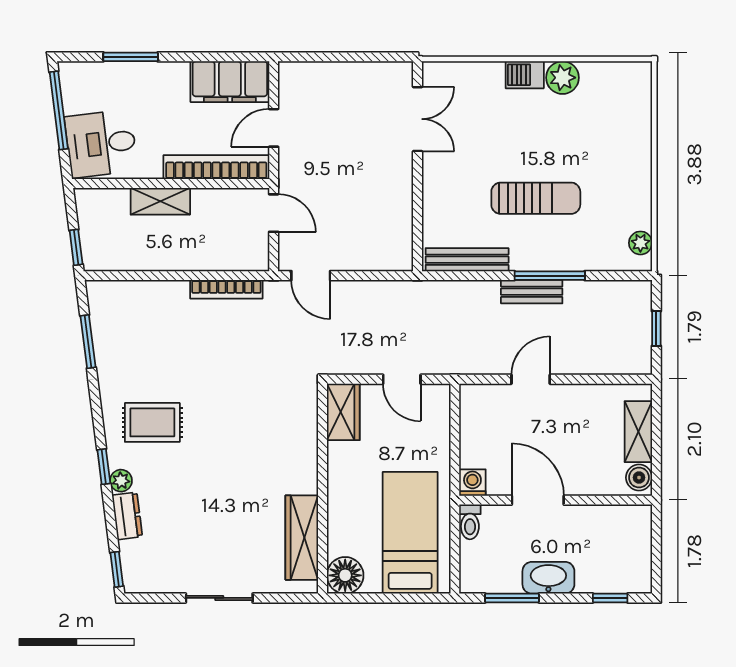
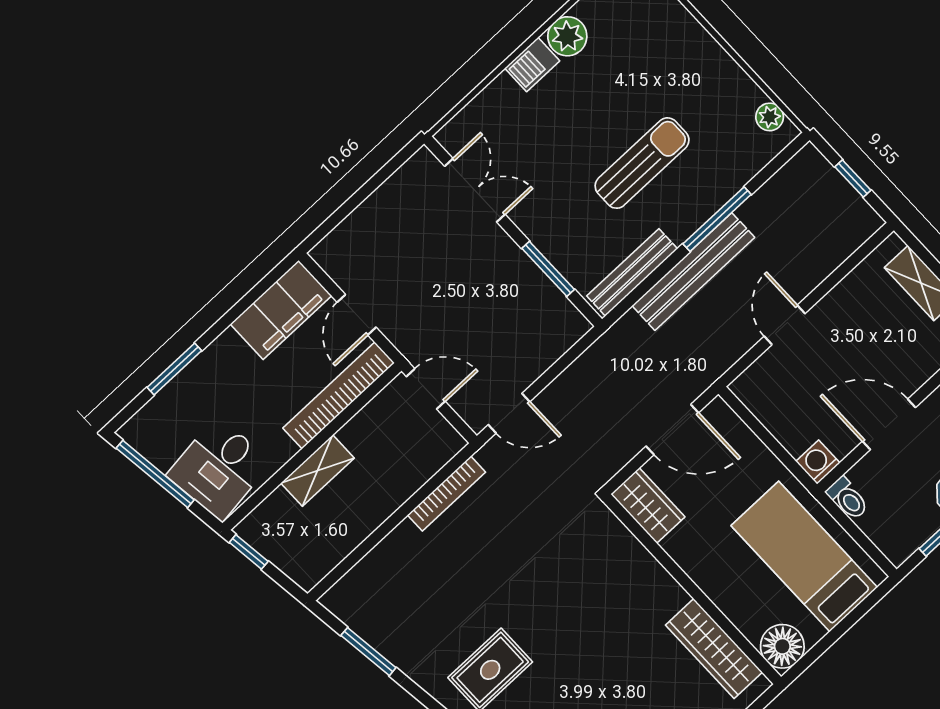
window: (417, 209) -> (548, 269), added
window: (76, 247) -> (249, 552), moved
bench: (532, 292) -> (693, 272), width x1.86, depth x1.21
door: (402, 379) -> (672, 430), width x1.37

